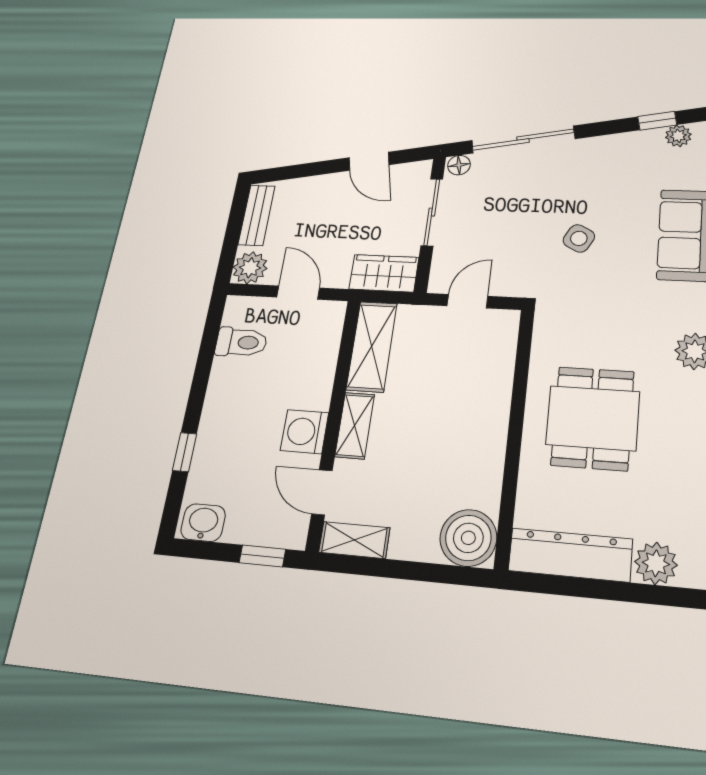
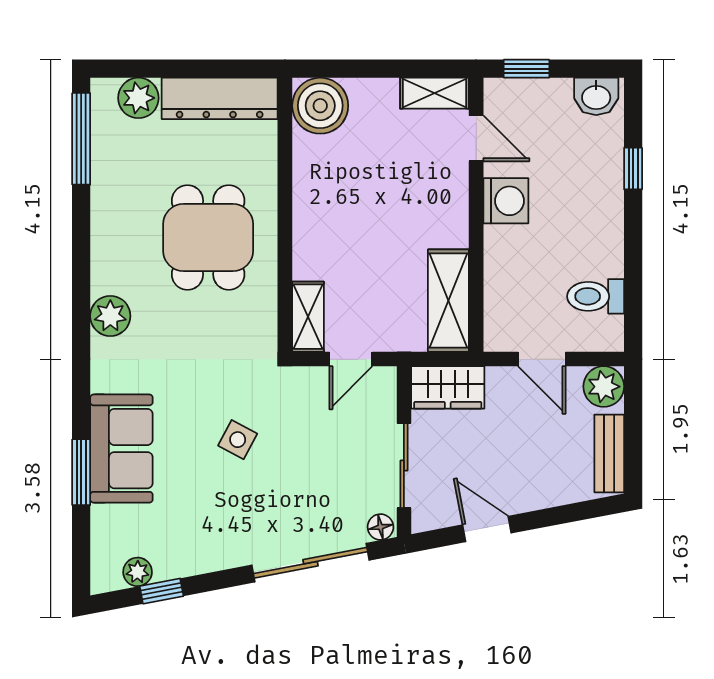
shelving: (355, 426) -> (308, 317), moved

